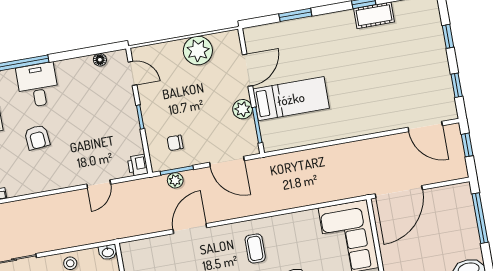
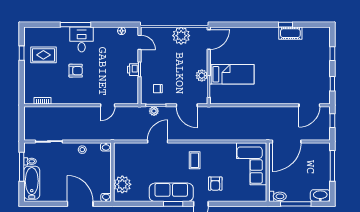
window: (295, 15) -> (243, 25), removed
door: (247, 70) -> (209, 40), moved
door: (425, 126) -> (309, 105), hinge flipped
armchair: (37, 137) -> (76, 71), turned -85
printer: (138, 165) -> (133, 70), moved

